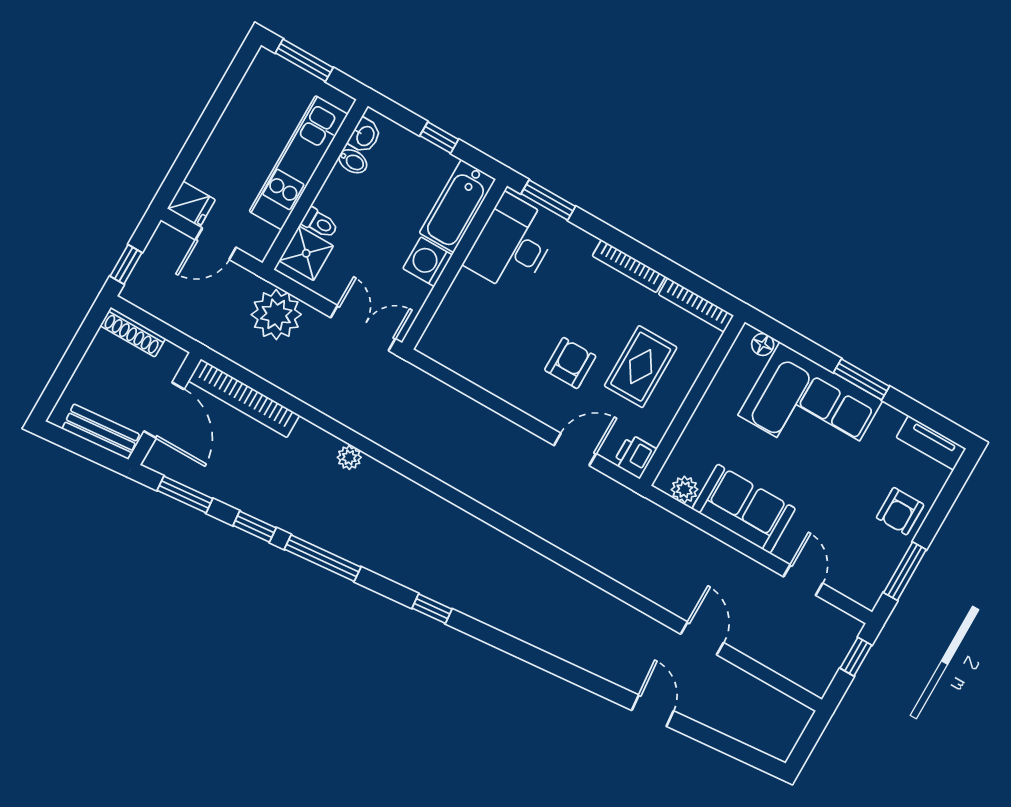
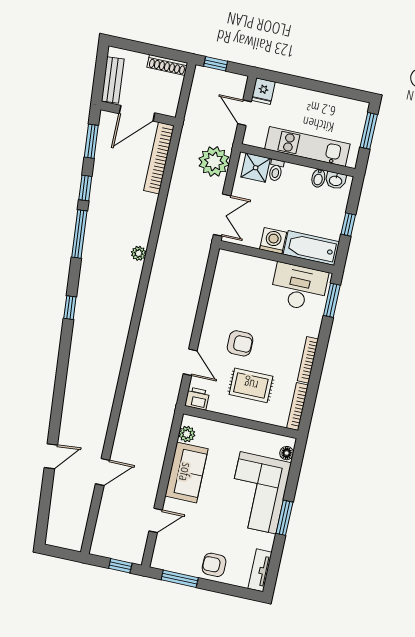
shoe rack: (133, 332) -> (167, 65), moved, turned -90
plant: (349, 457) -> (139, 253), moved

